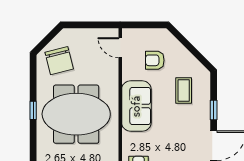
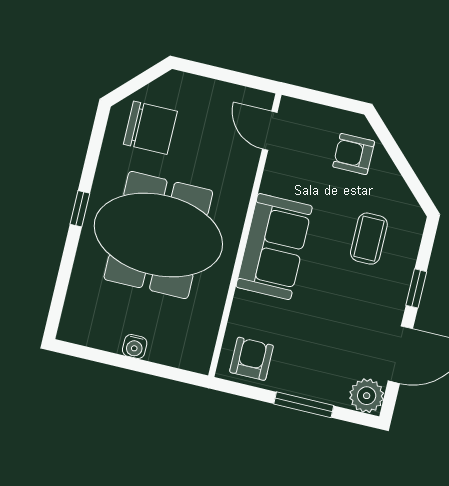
armchair: (155, 60) -> (354, 154), moved
chair: (59, 61) -> (150, 128), turned -76

